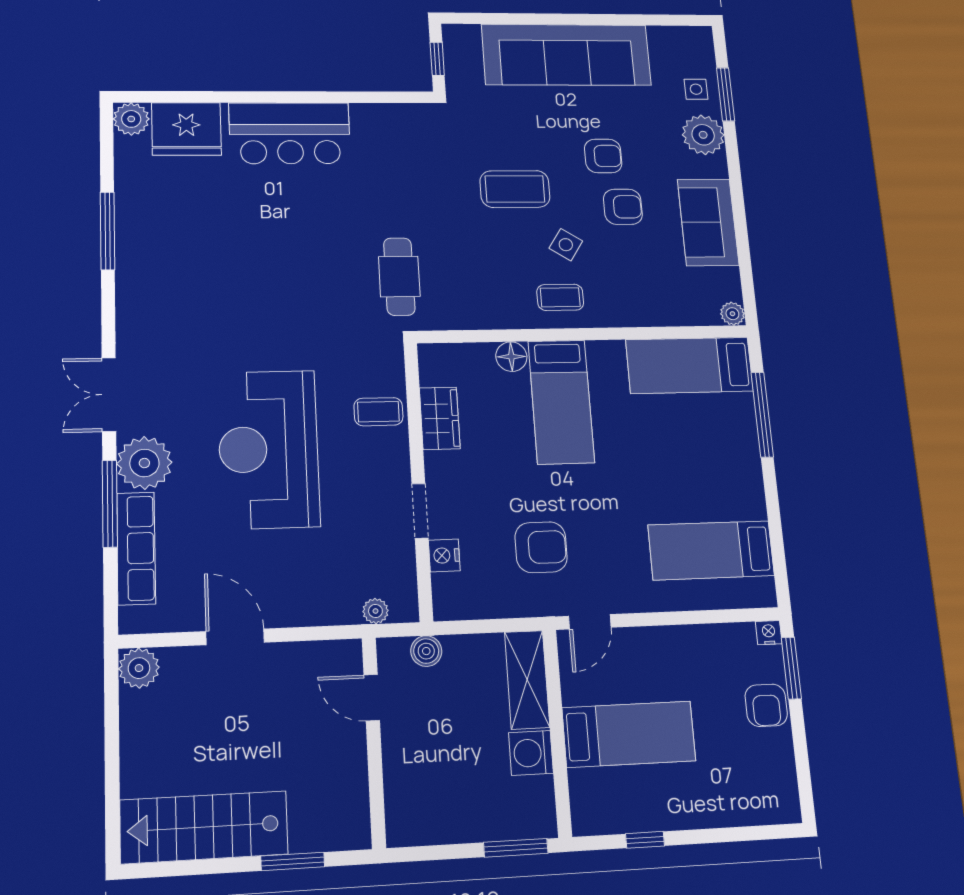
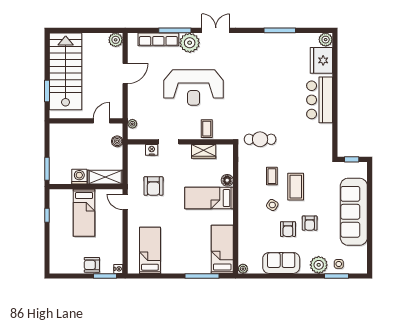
coffee table: (560, 297) -> (272, 176), moved
reception desk: (269, 449) -> (194, 88), turned 180
stairs: (204, 827) -> (66, 71), width x1.36, depth x1.51

